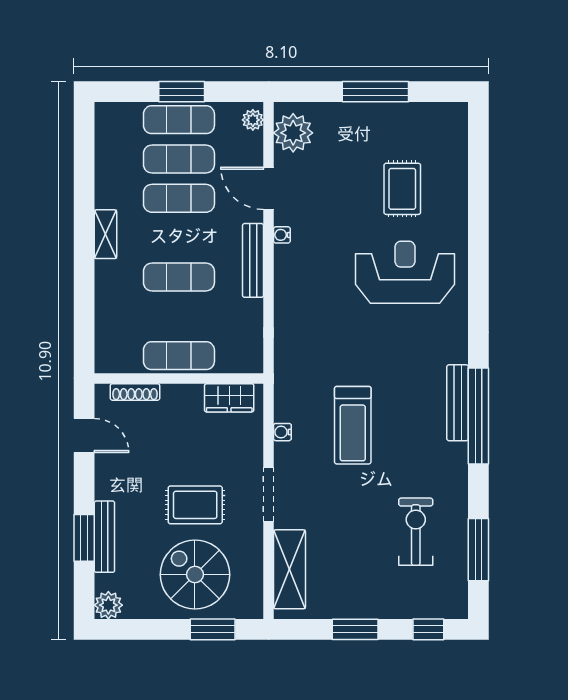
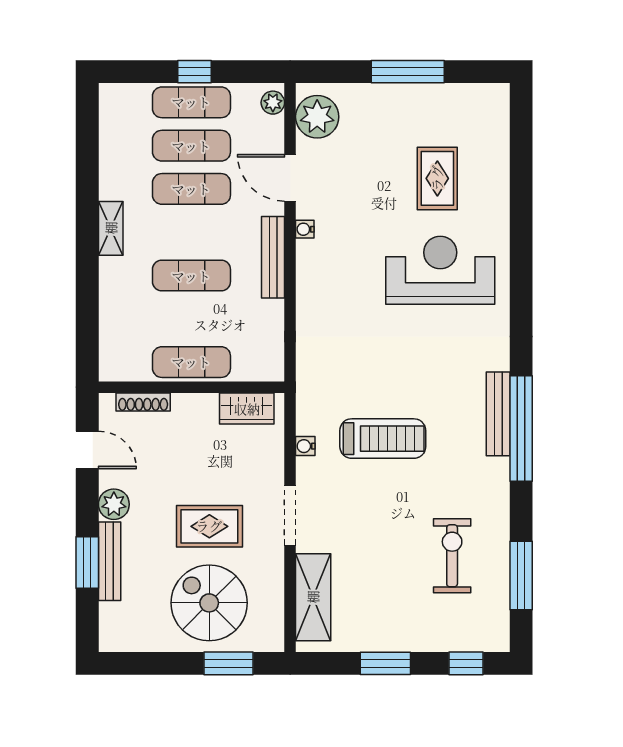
window: (182, 92) -> (194, 72), width x0.67
treadmill: (353, 425) -> (383, 439), turned -90
plant: (108, 605) -> (114, 504), moved

